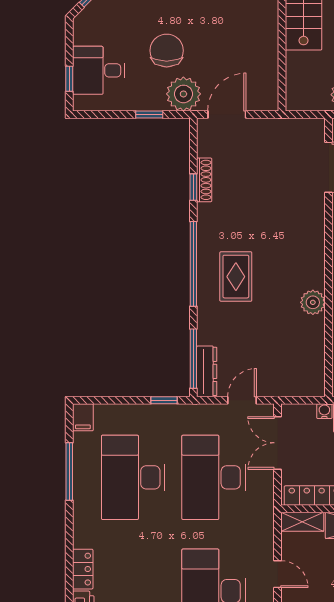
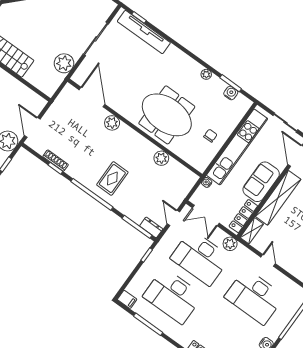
plant: (313, 221) -> (112, 123), added
rug: (236, 277) -> (112, 179), turned 90
plant: (313, 302) -> (161, 158), moved
dresser: (207, 371) -> (151, 227), width x0.70
plant: (263, 505) -> (230, 244), added
door: (278, 574) -> (268, 260), hinge flipped

